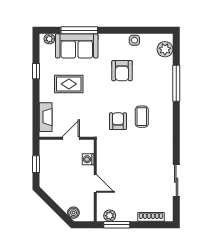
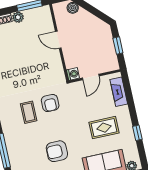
armchair: (122, 71) -> (57, 151), turned -90
washing machine: (88, 159) -> (73, 74), moved
plant: (110, 216) -> (18, 17), moved

